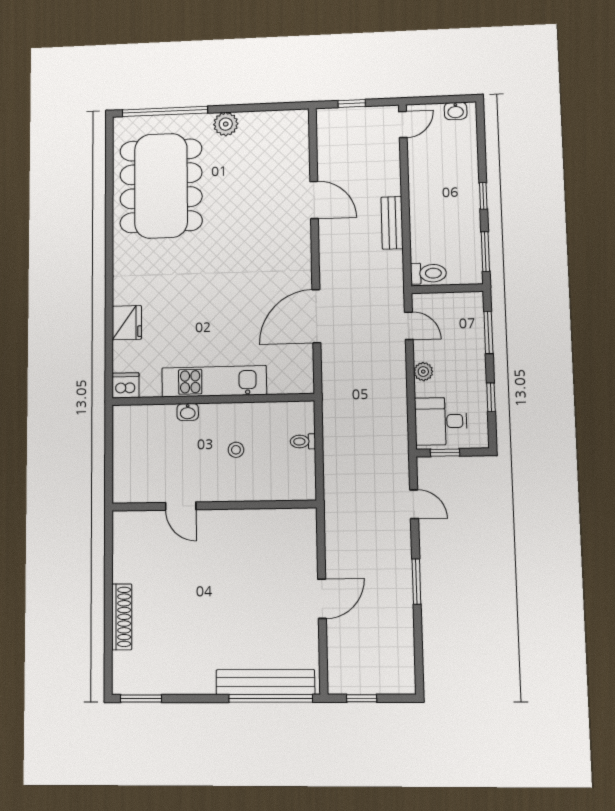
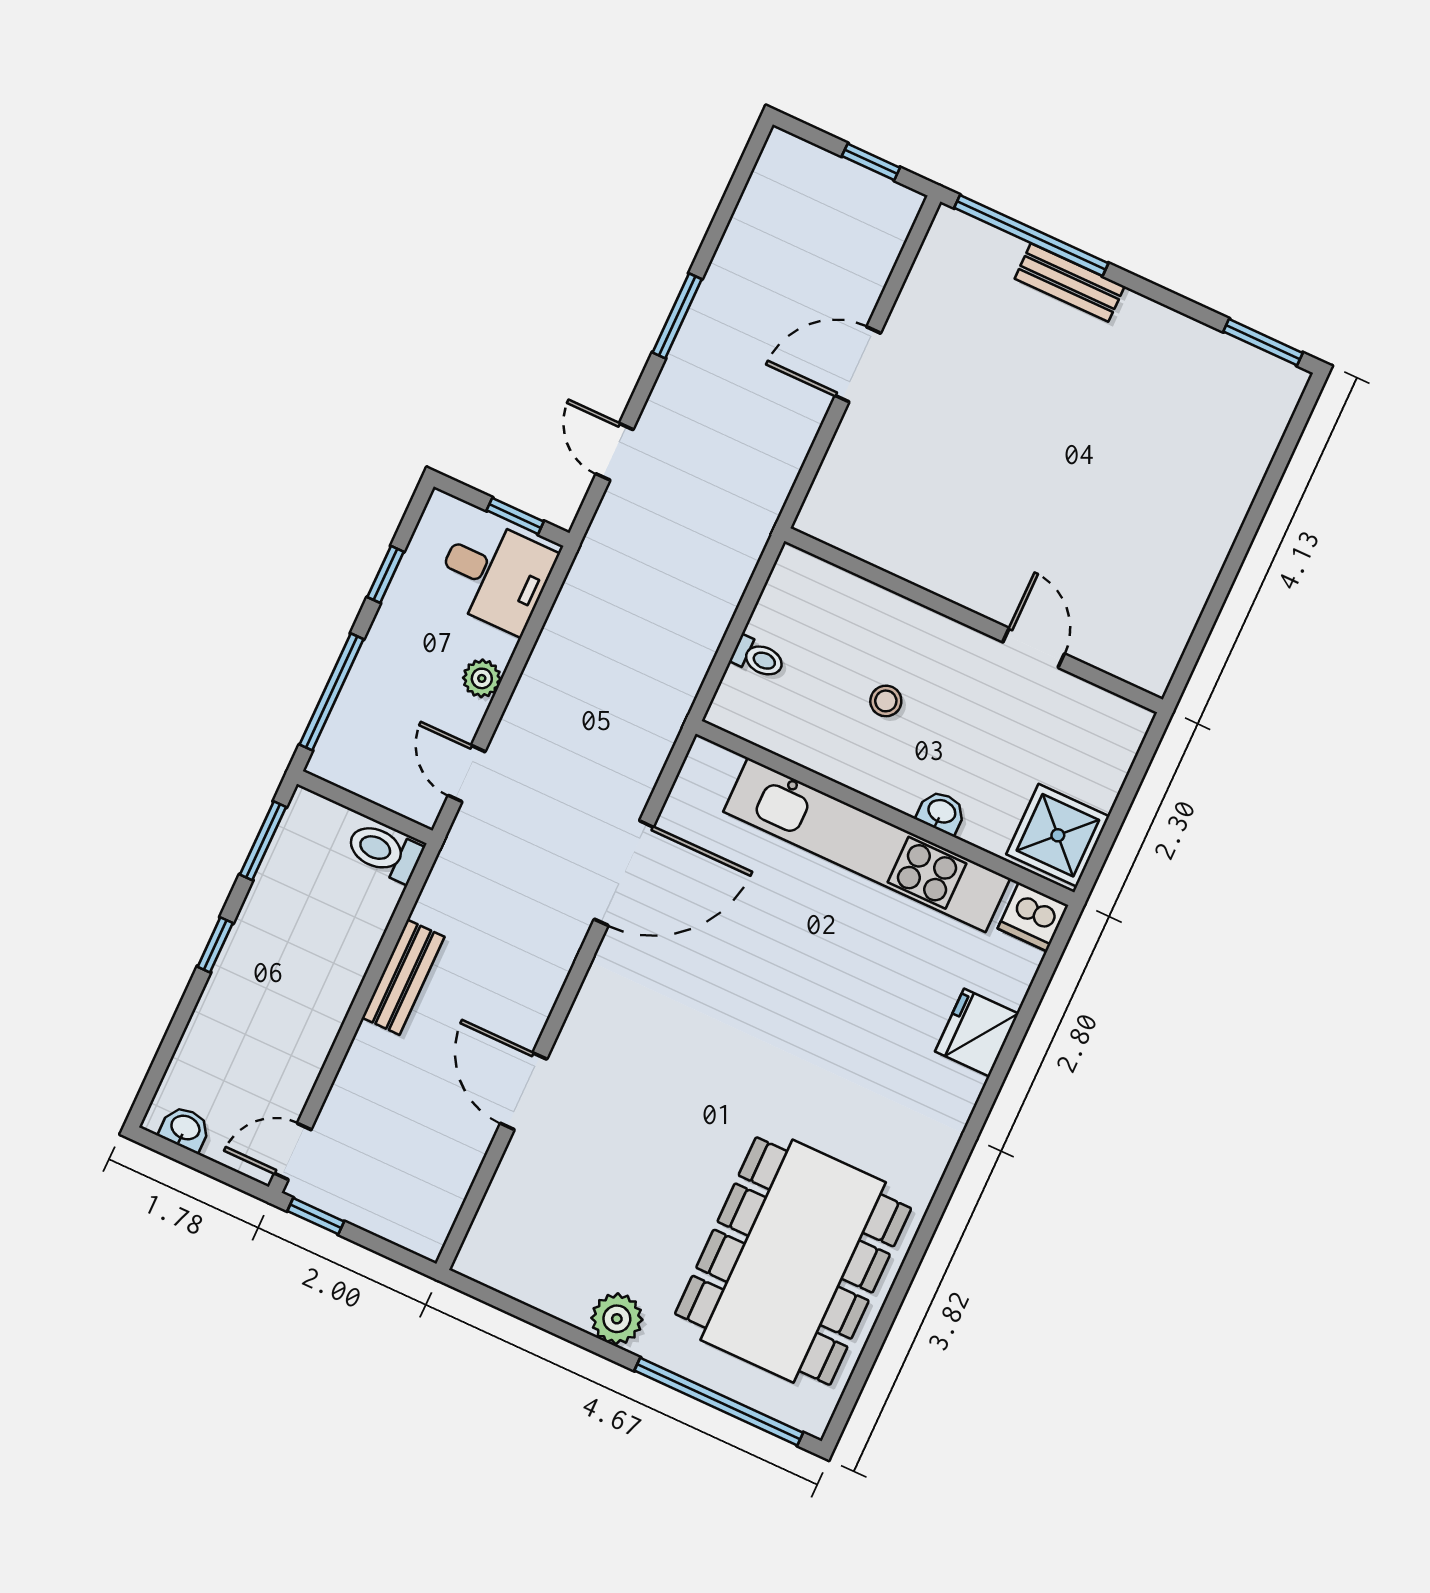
window: (352, 103) -> (316, 1216), moved
window: (488, 332) -> (332, 692), width x1.44
kitchen unit: (214, 381) -> (867, 845), width x1.36
shower: (131, 427) -> (1058, 835), added
shoe rack: (122, 617) -> (1232, 501), removed
bench: (265, 682) -> (1070, 282), width x0.54, depth x0.82

